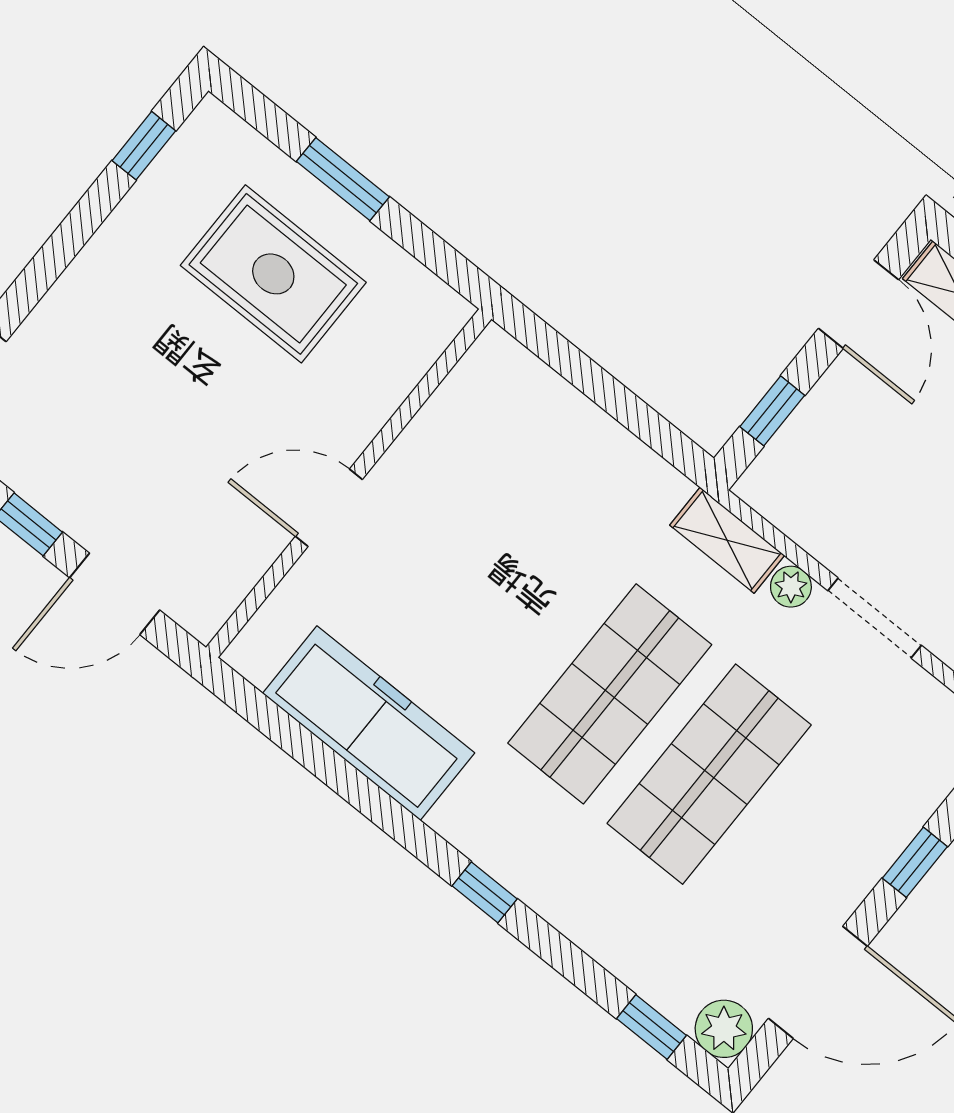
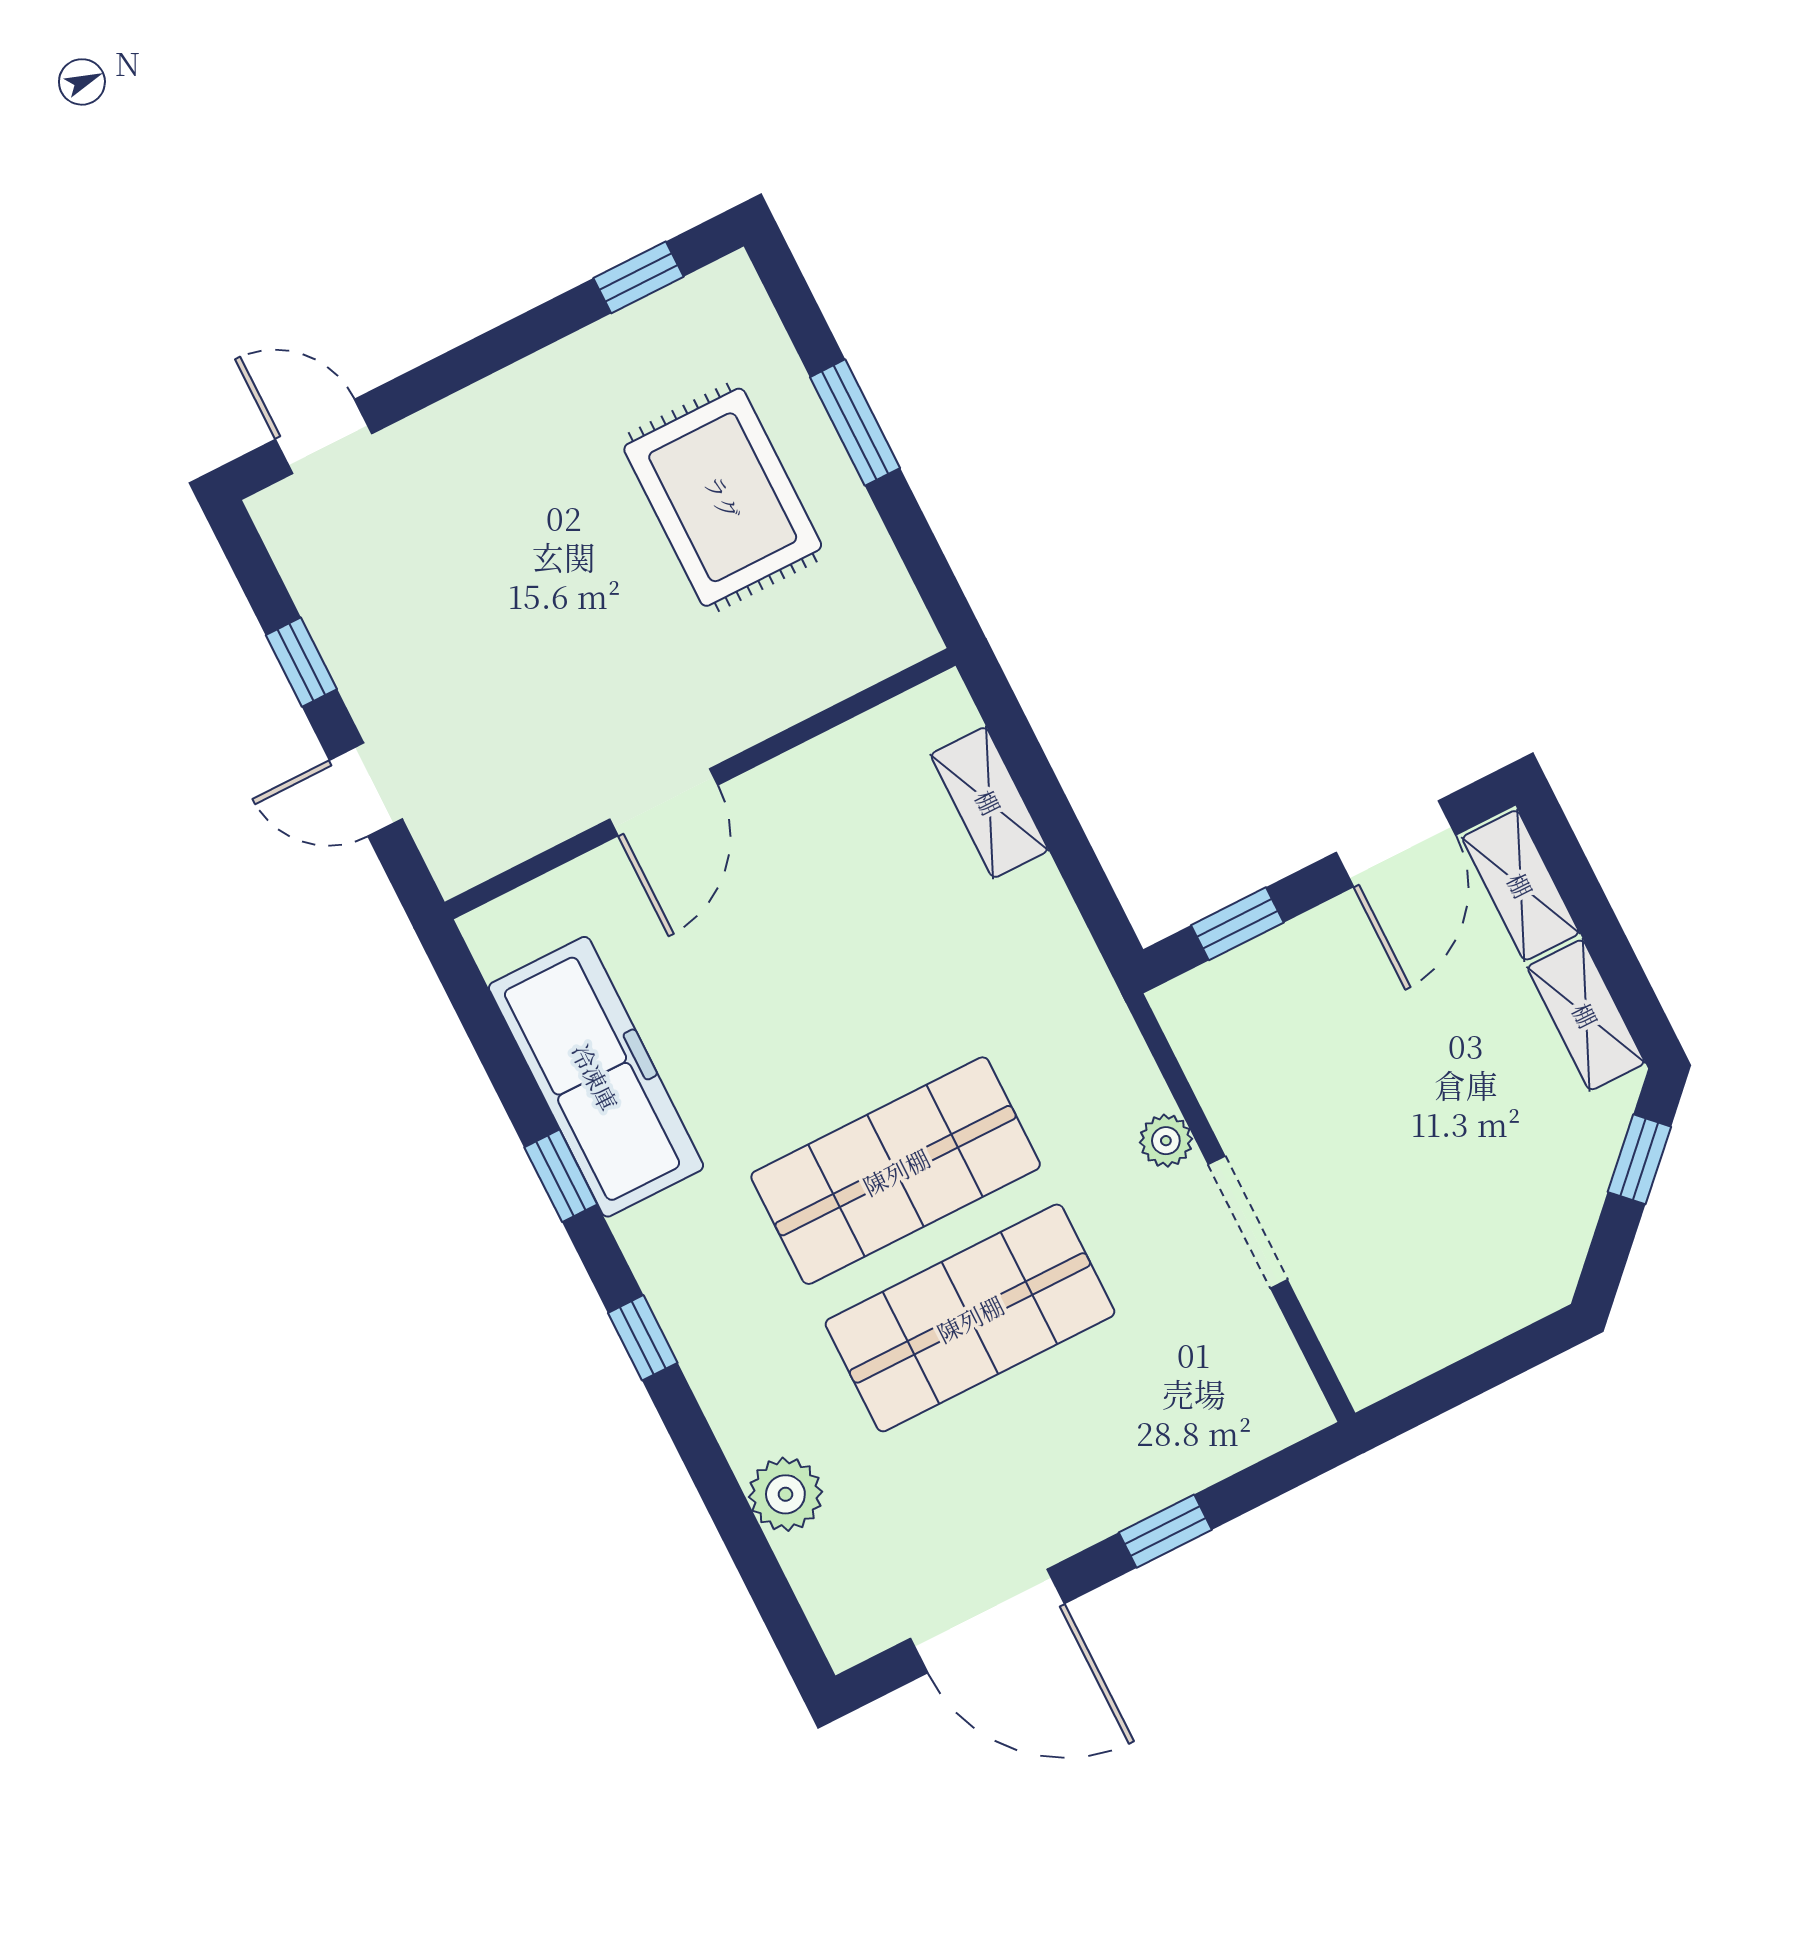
door: (329, 508) -> (664, 802), swing flipped
shelving: (727, 540) -> (989, 802), moved
door: (115, 594) -> (366, 790), width x0.73
window: (651, 1027) -> (561, 1176), moved
plant: (724, 1029) -> (785, 1494), moved

